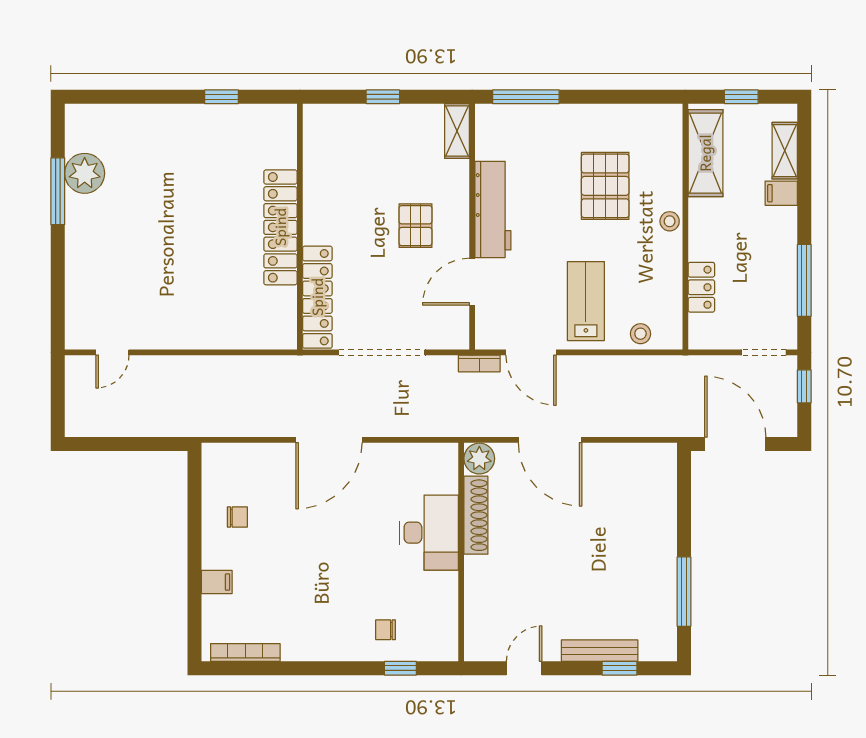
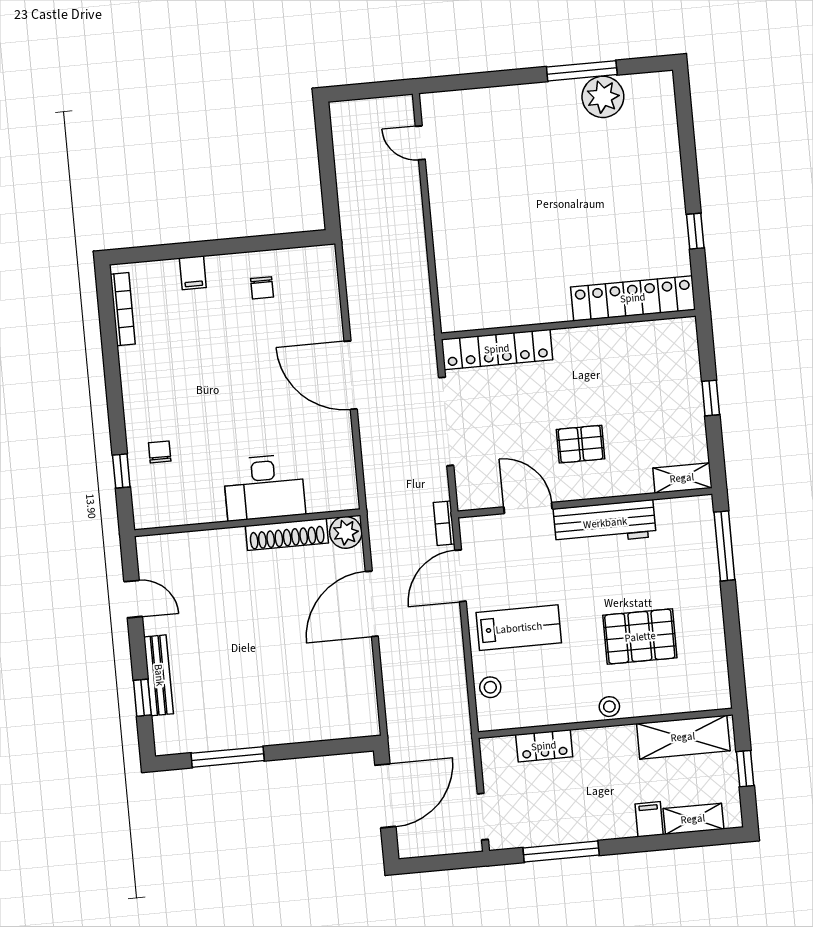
locker: (280, 227) -> (633, 298), moved
window: (804, 386) -> (452, 862), removed

